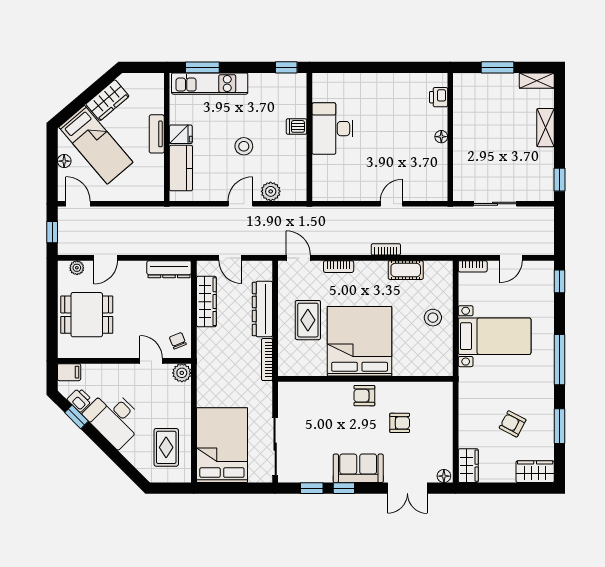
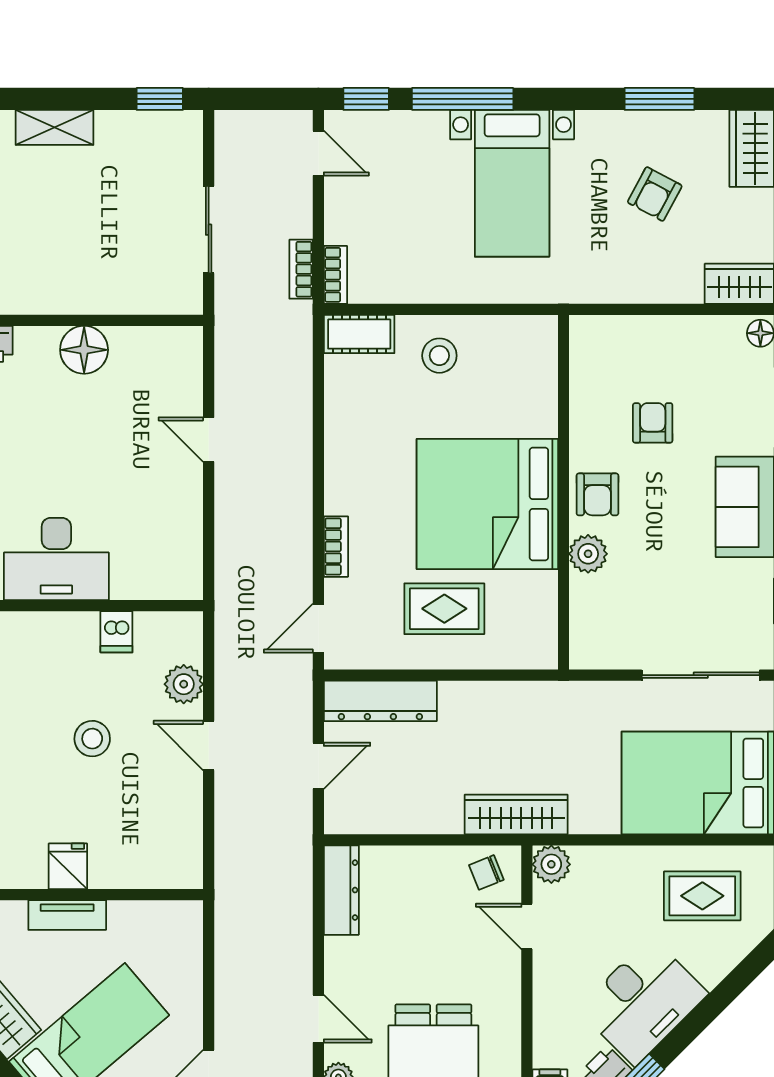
dishwasher: (297, 126) -> (116, 632), moved
floor lamp: (441, 137) -> (84, 350), width x1.89, depth x1.89
kitchen counter: (181, 168) -> (136, 866), removed
bookcase: (386, 249) -> (301, 269), moved
door: (511, 258) -> (318, 153), moved
cot: (406, 270) -> (359, 334), moved, turned 90
wardrobe: (206, 302) -> (516, 814), moved
dresser: (262, 309) -> (380, 701), moved
bed with nightstands: (495, 336) -> (512, 183), moved, turned 180
bookcase: (267, 360) -> (524, 692), removed
window: (559, 360) -> (463, 99), moved
door: (151, 361) -> (527, 926), hinge flipped
plant: (335, 391) -> (588, 554), added

